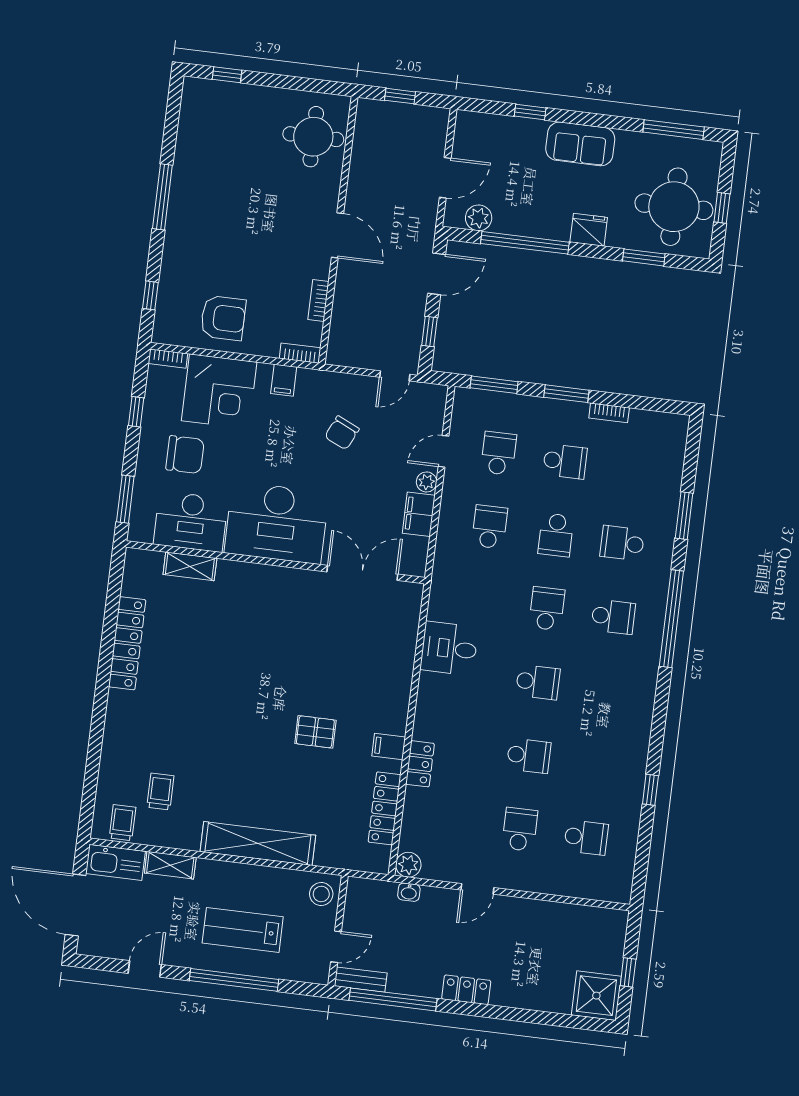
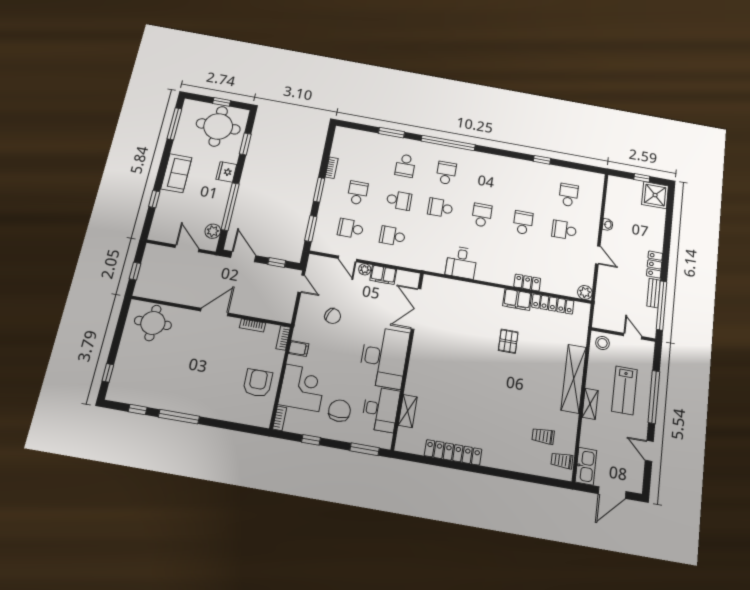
window: (150, 295) -> (138, 409), moved
filing cabinet: (389, 747) -> (517, 300), width x2.00
shelving: (170, 865) -> (590, 404), moved
washbasin: (409, 892) -> (608, 225), moved
door: (75, 905) -> (612, 493), width x0.73
bench: (361, 980) -> (654, 293), moved

